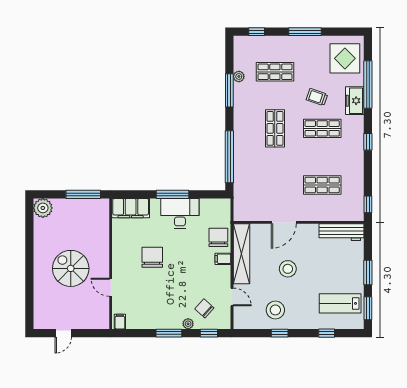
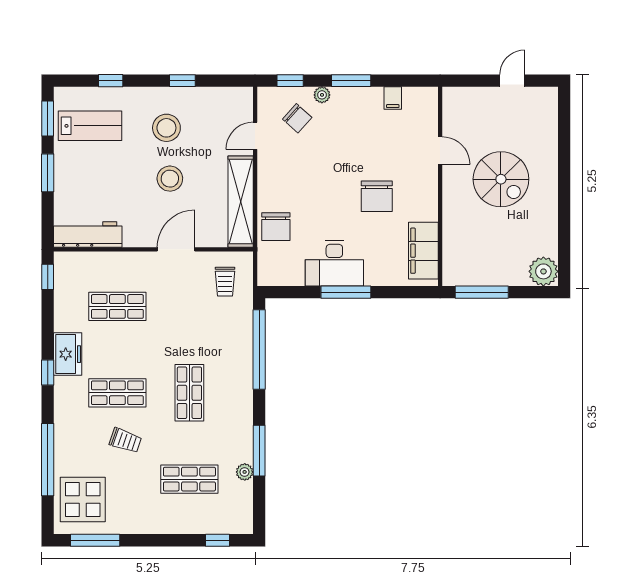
window: (305, 32) -> (95, 540), moved
freezer: (355, 101) -> (68, 354), moved
trolley: (252, 201) -> (225, 282), added
filing cabinet: (131, 208) -> (423, 251), moved, turned -90
filing cabinet: (223, 259) -> (269, 194), removed
door: (232, 297) -> (255, 136), hinge flipped
stool: (275, 310) -> (166, 128), moved
filing cabinet: (120, 322) -> (393, 98), moved

